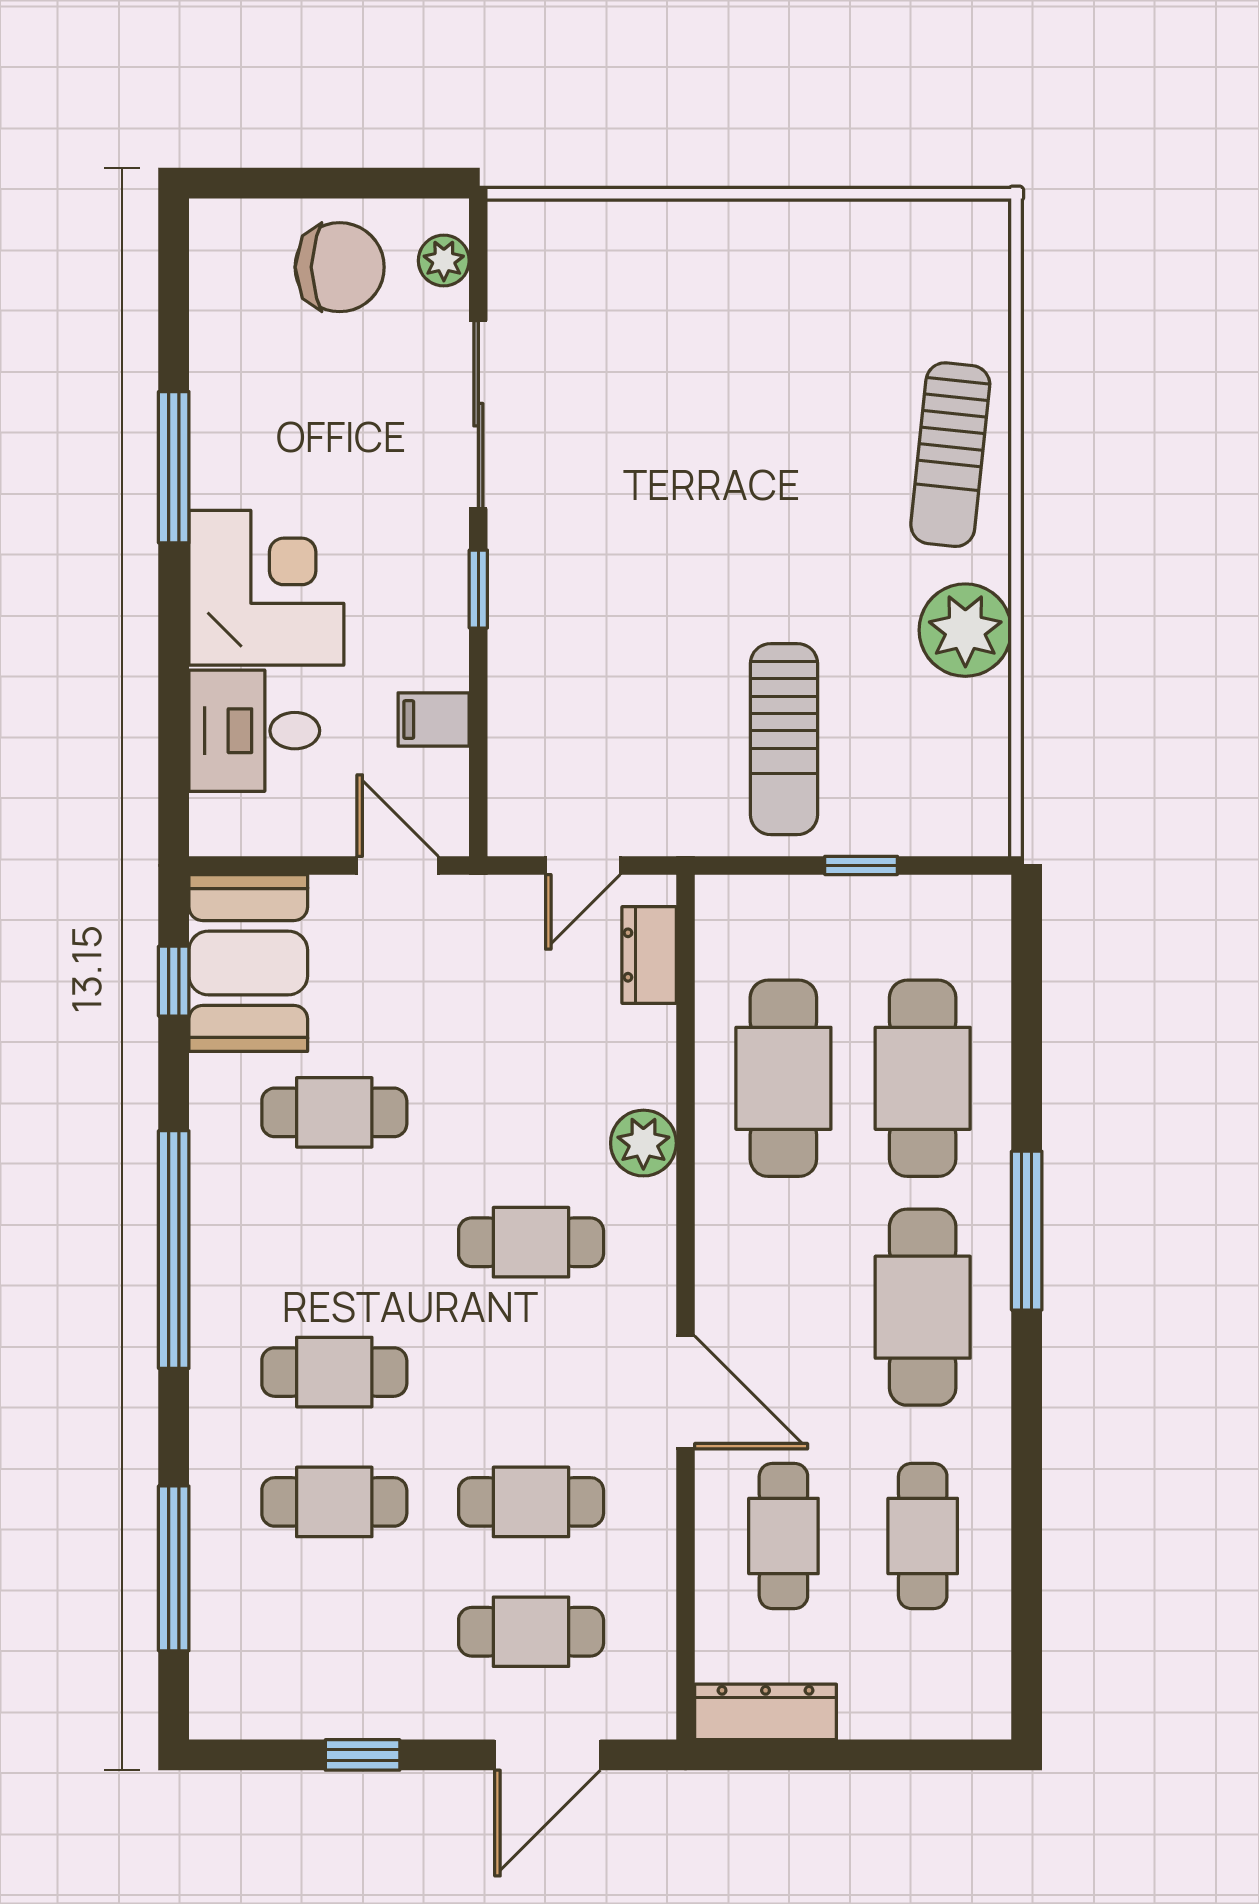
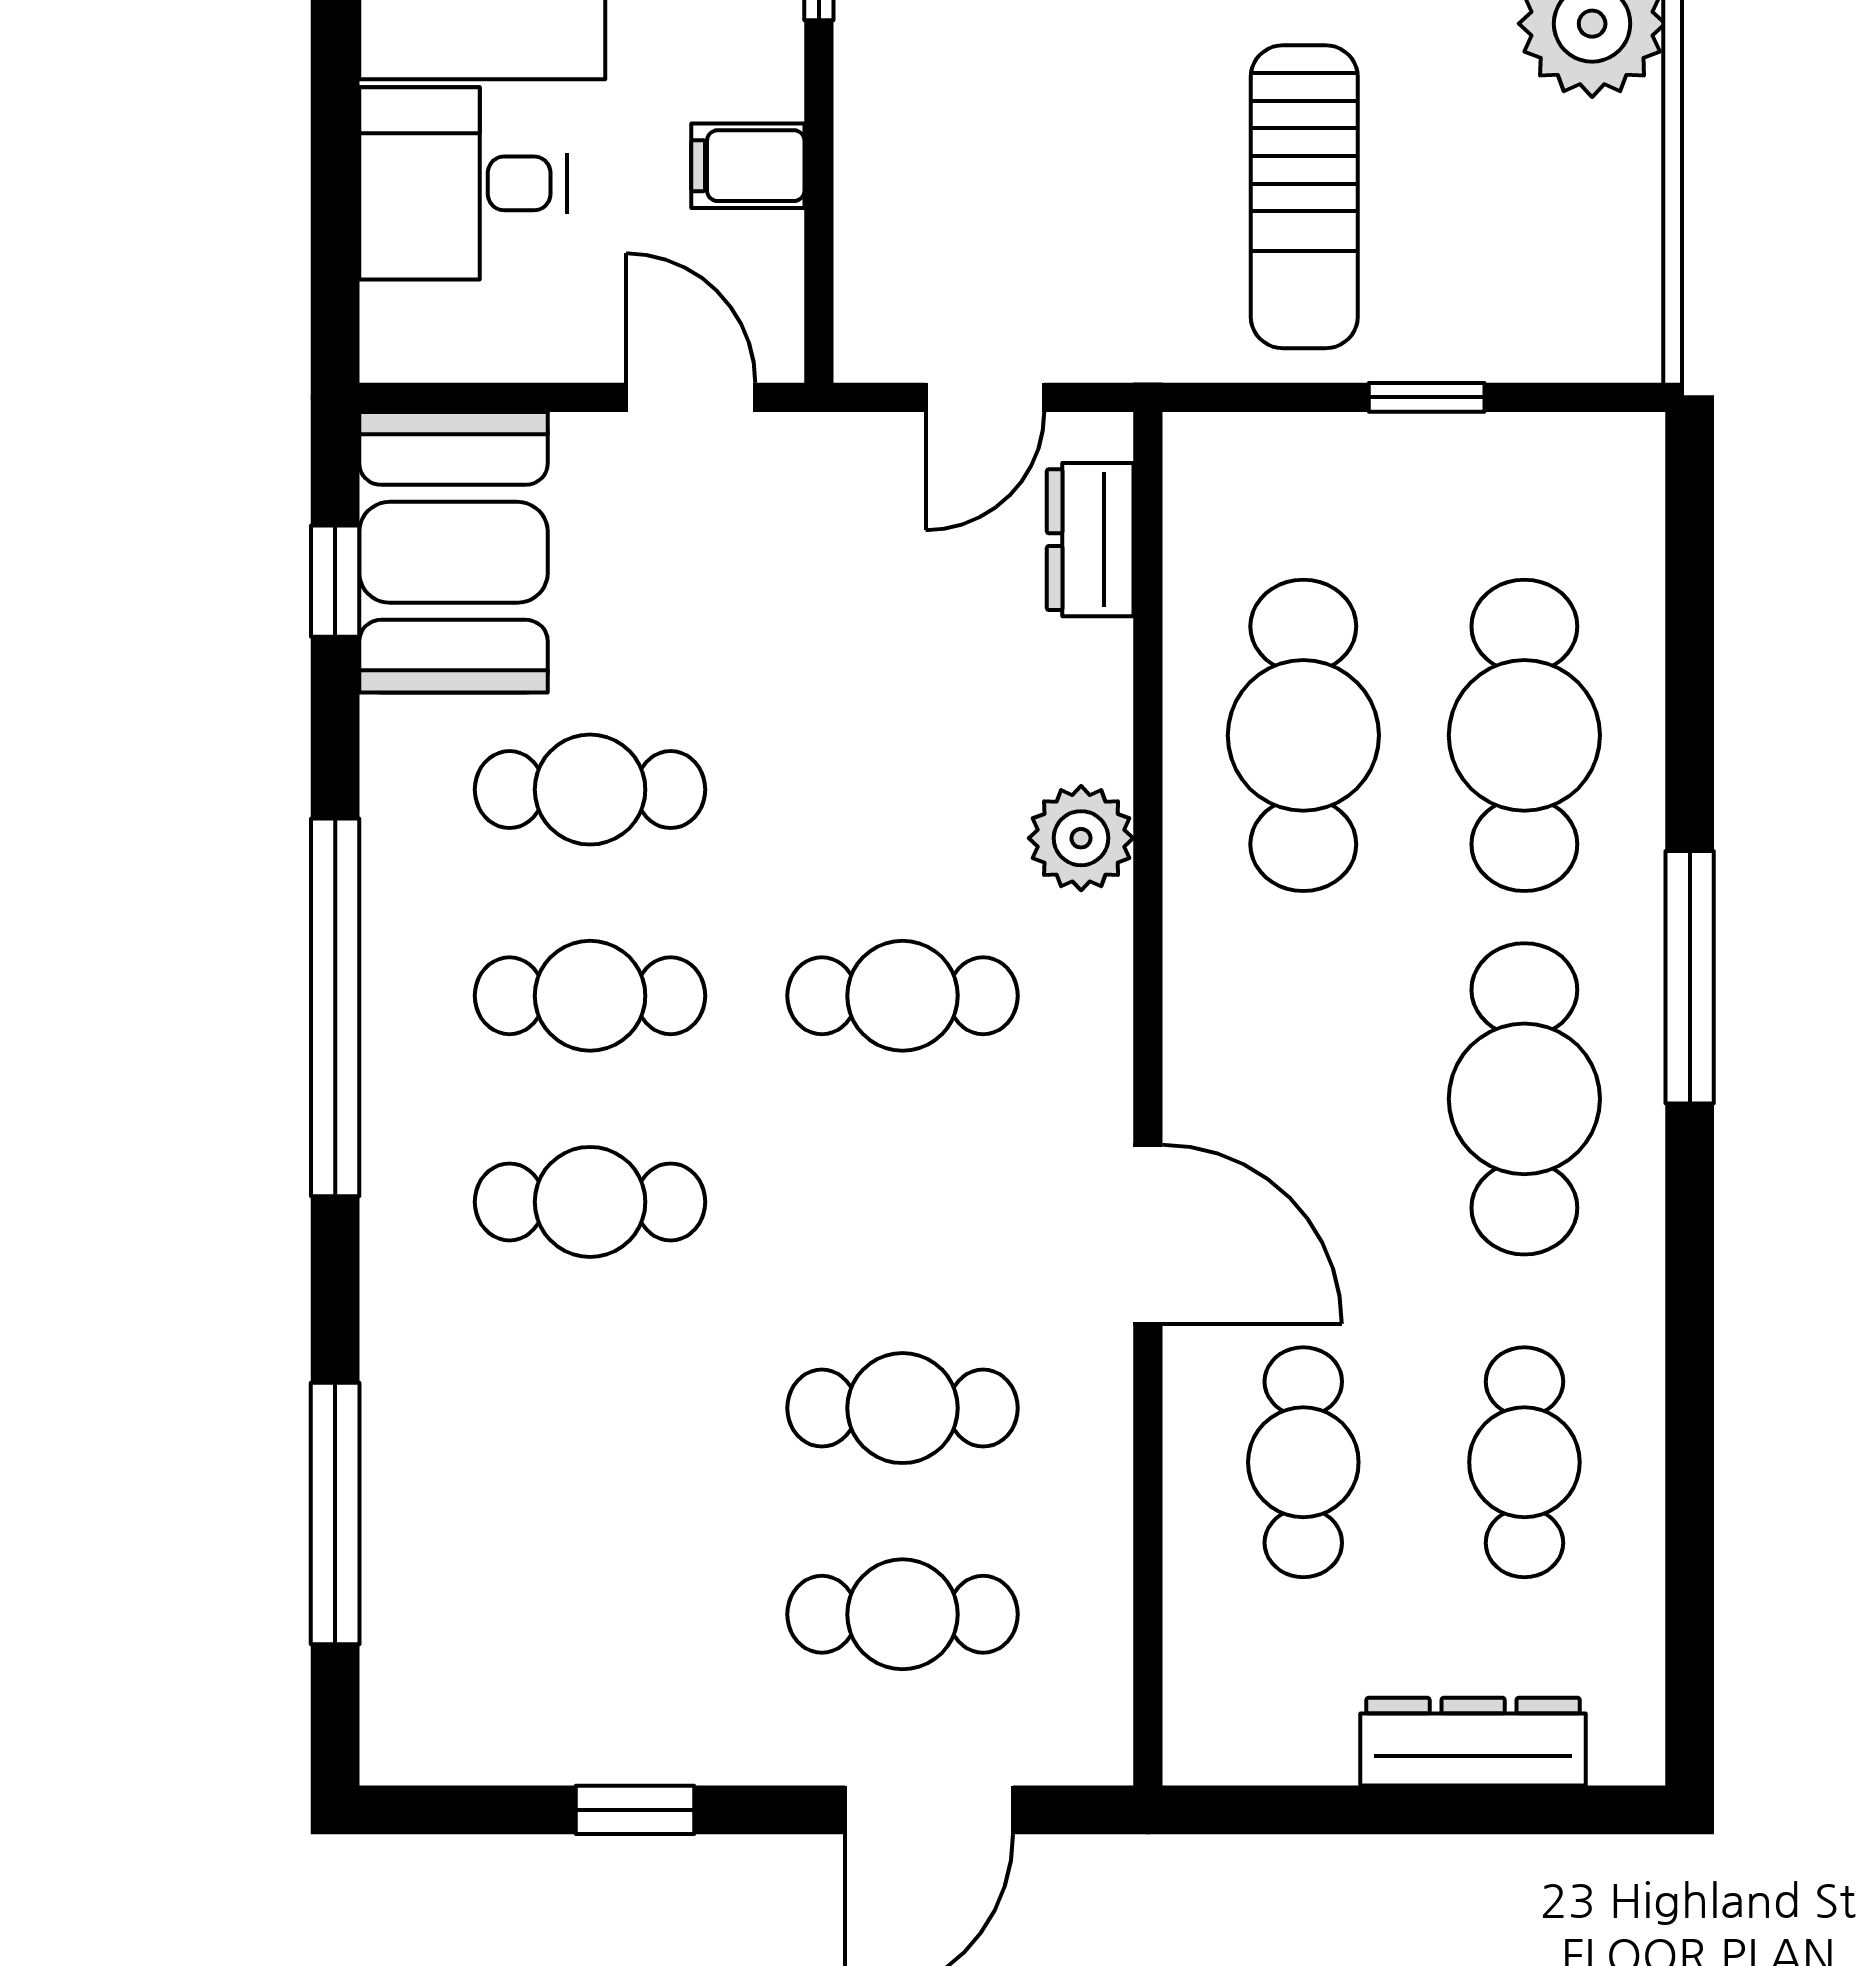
cafe table: (334, 1502) -> (590, 996), moved
dresser: (766, 1712) -> (1473, 1742), moved

